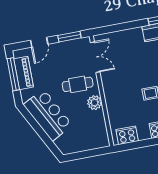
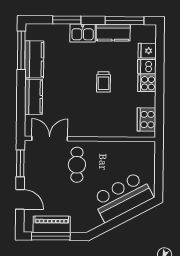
kitchen counter: (127, 37) -> (33, 97), added
plant: (95, 103) -> (102, 149), removed
bar counter: (48, 115) -> (123, 197), moved

